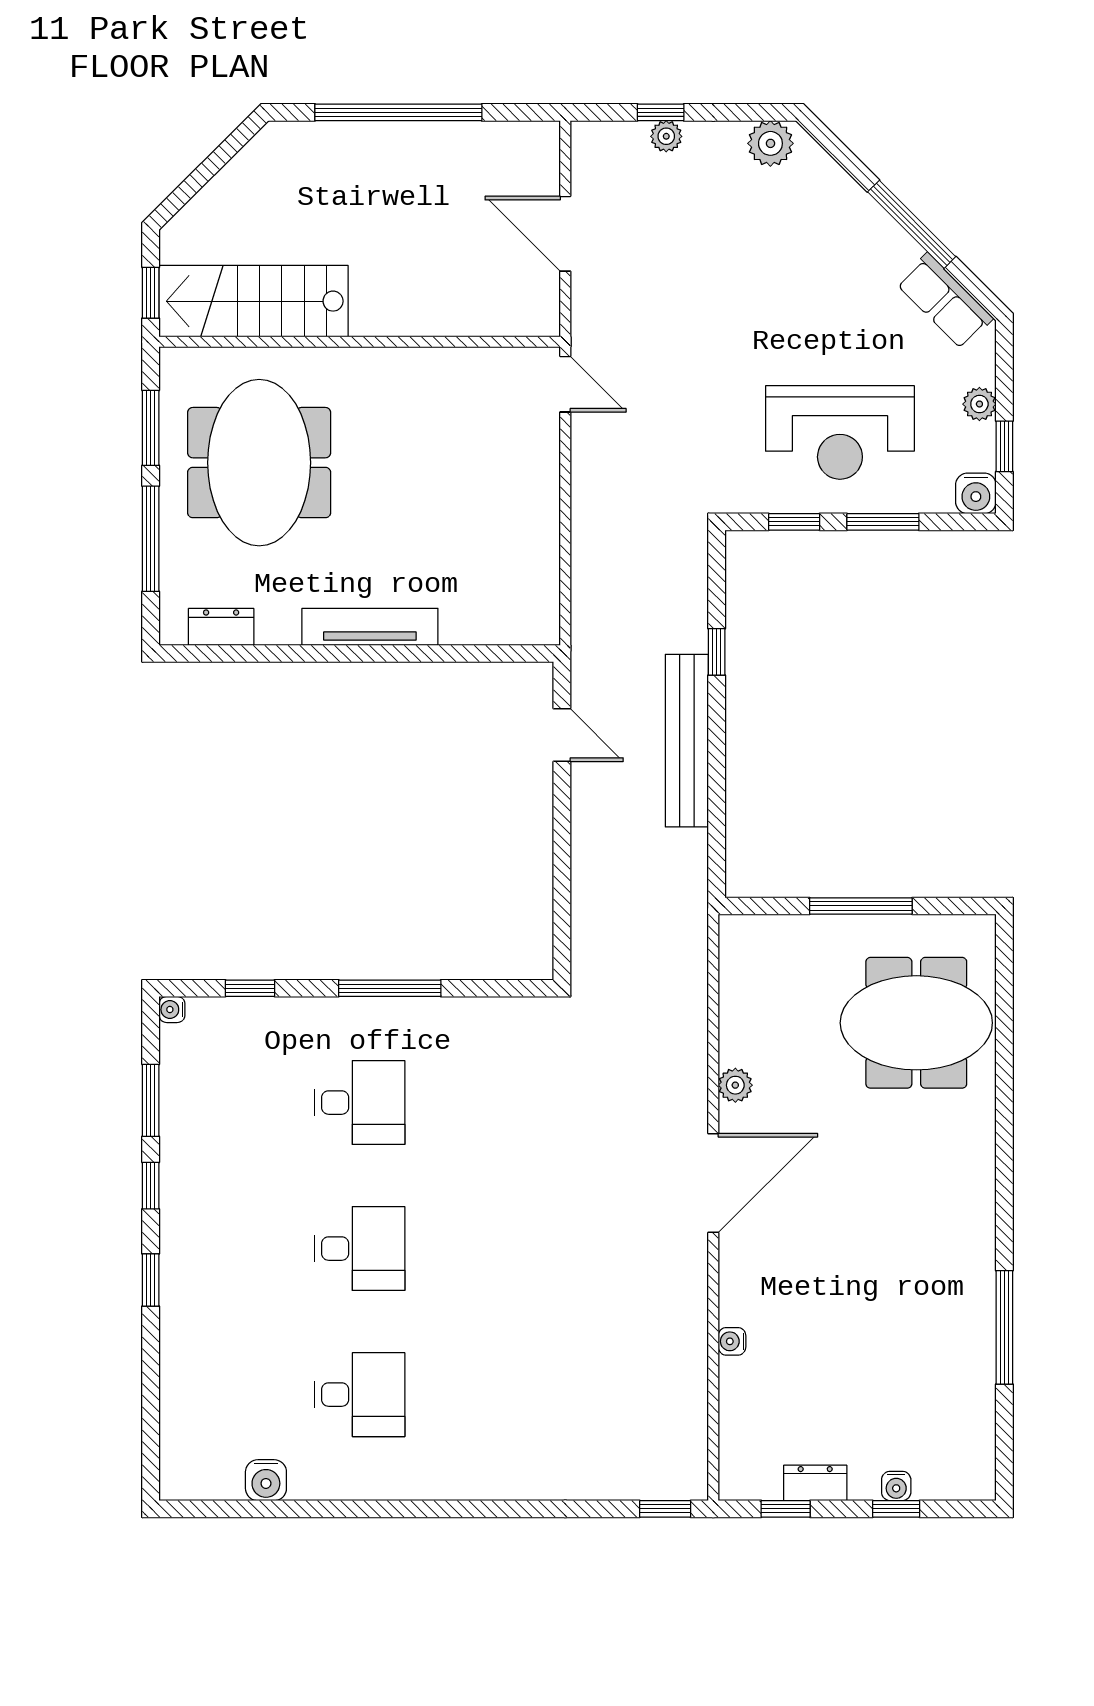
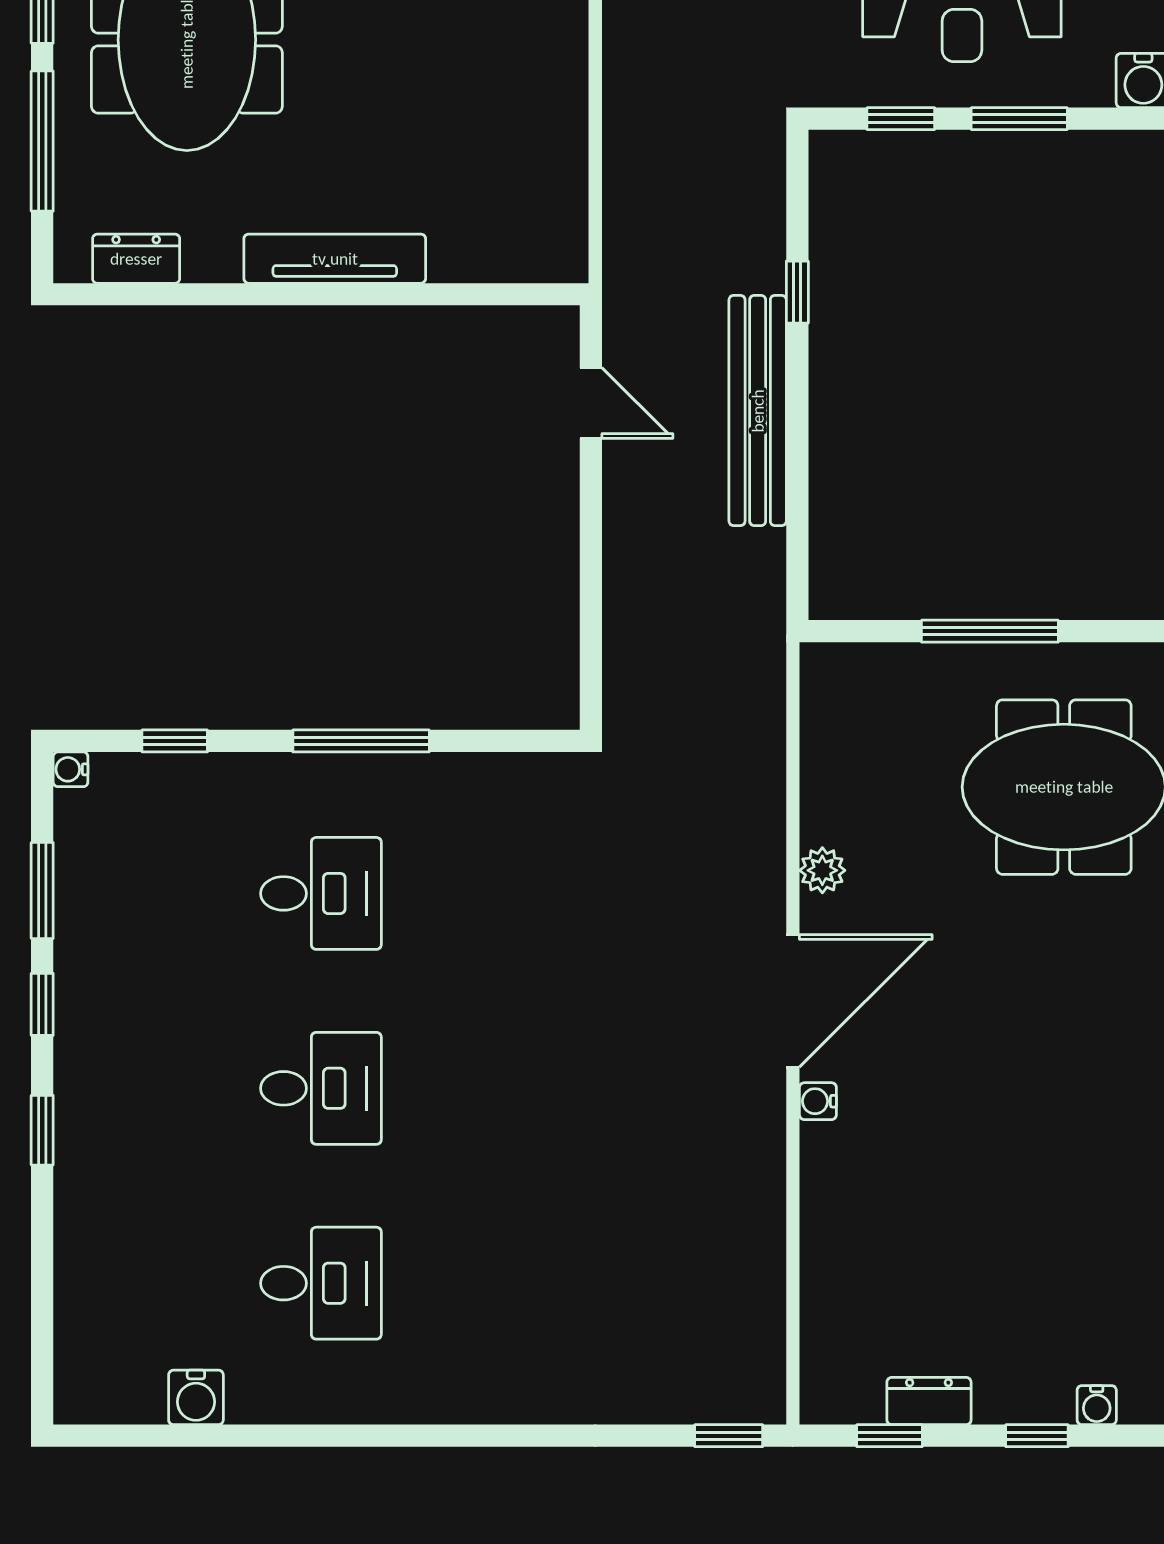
water cooler: (732, 1341) -> (818, 1101), moved
water cooler: (896, 1486) -> (1097, 1405), moved

